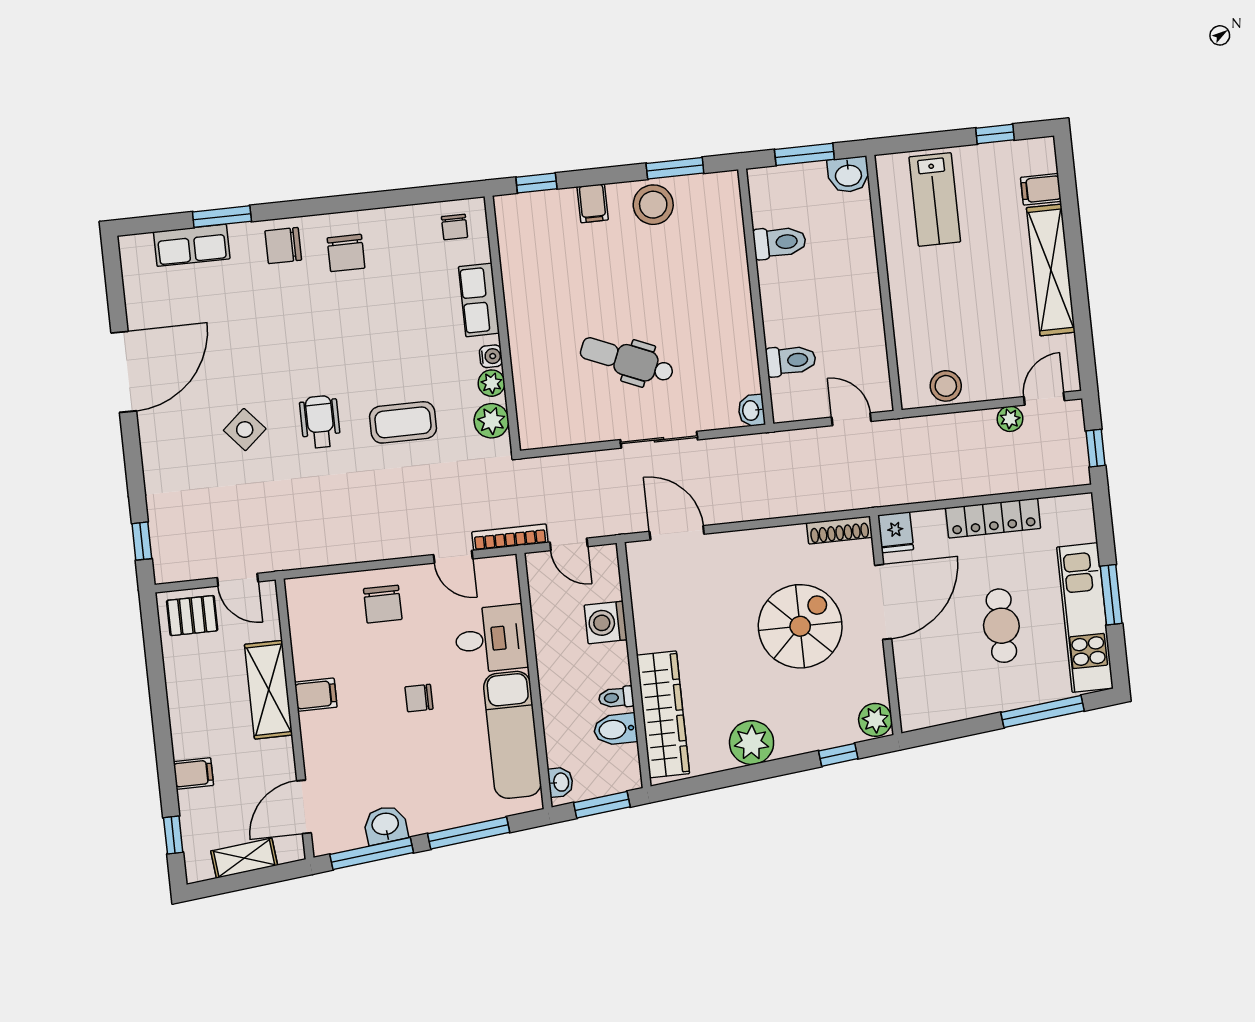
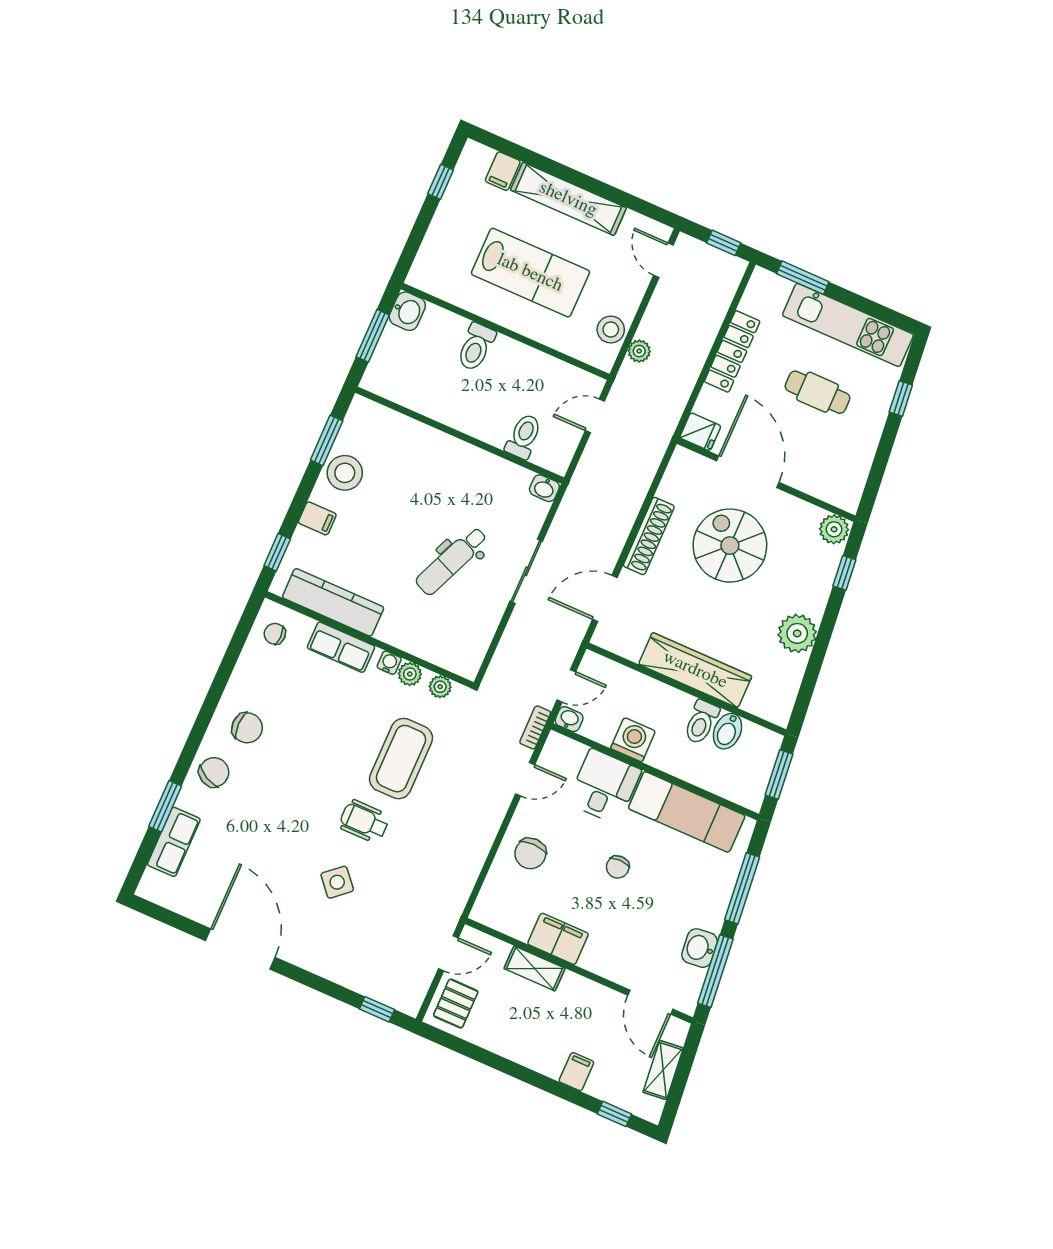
lab bench: (935, 199) -> (530, 273), moved, width x1.36, depth x1.39
chair: (455, 227) -> (275, 634), turned 180
toilet: (780, 242) -> (476, 347), moved, turned 180
chair: (283, 245) -> (214, 772), turned -153
kitchen counter: (519, 267) -> (333, 602), added
plant: (1010, 419) -> (639, 351), moved
plant: (491, 421) -> (440, 687), width x0.73, depth x0.73
coffee table: (403, 422) -> (401, 759), width x1.36, depth x1.32
shoe rack: (839, 530) -> (649, 536), moved, width x1.36, depth x1.24
bookcase: (510, 537) -> (535, 727), width x0.64
window: (1111, 595) -> (803, 278), moved
chair: (383, 604) -> (530, 853), turned 90
washing machine: (606, 622) -> (633, 740), moved, turned 180
shelving: (269, 690) -> (535, 968), width x0.67, depth x0.75
filing cabinet: (316, 695) -> (558, 939), width x2.00
toilet: (616, 697) -> (701, 722), width x1.37, depth x1.39
window: (1042, 712) -> (901, 398), width x0.46
wardrobe: (663, 714) -> (695, 670), moved
washbasin: (561, 782) -> (569, 719), moved

